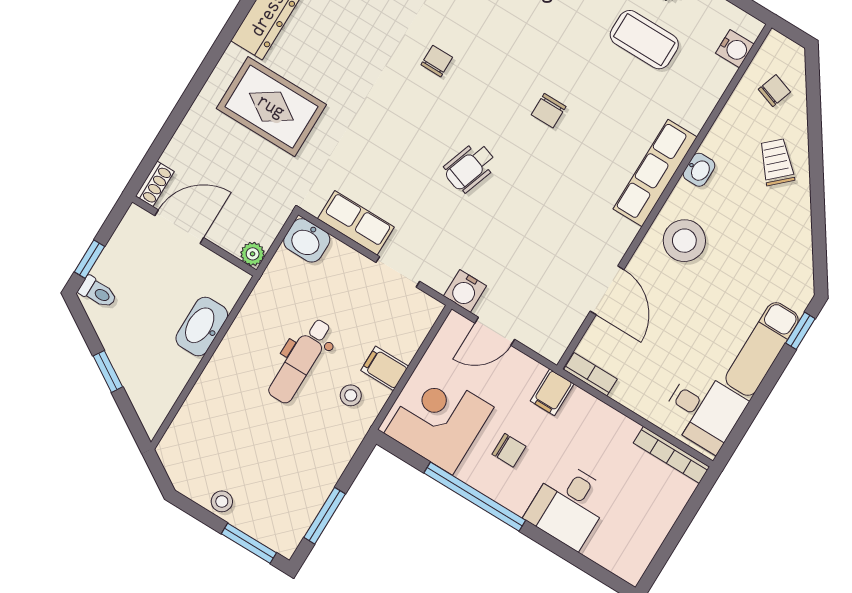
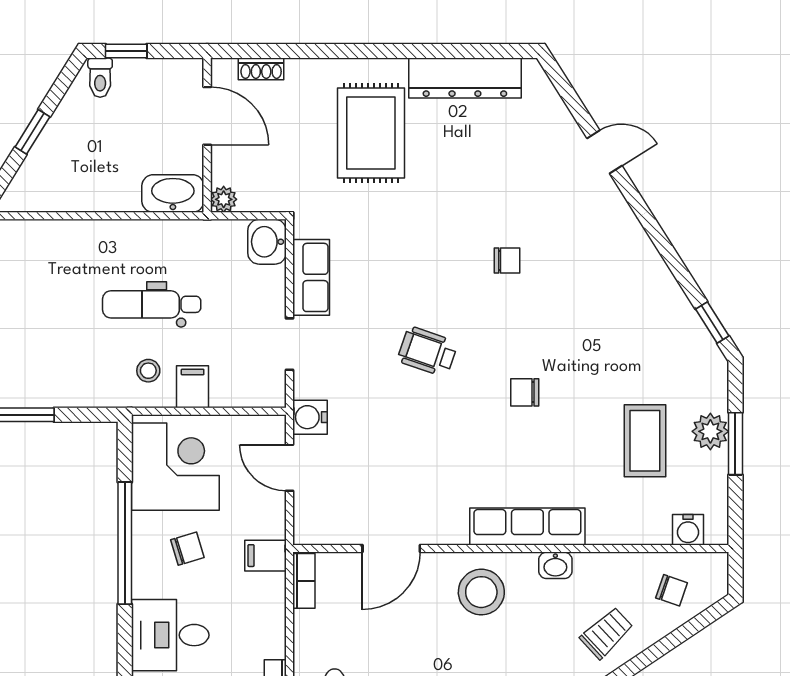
shoe rack: (155, 184) -> (261, 69), moved
washbasin: (202, 327) -> (173, 193), moved
chair: (509, 450) -> (187, 549), turned -107

